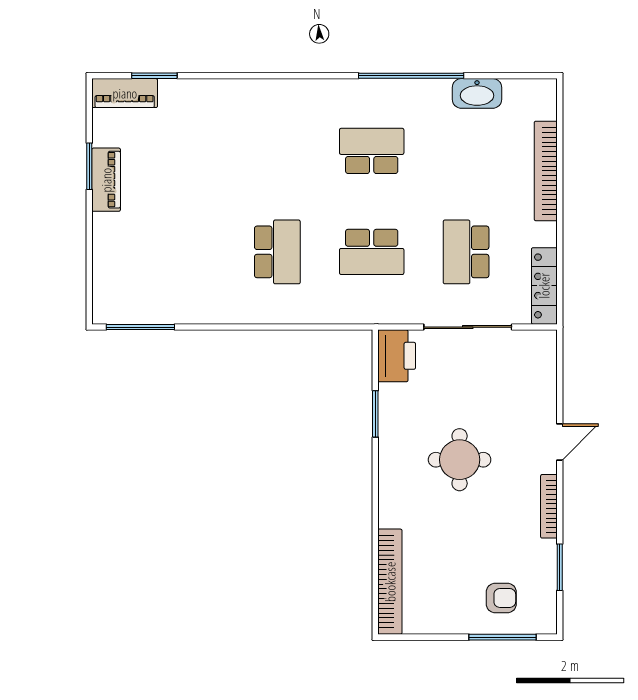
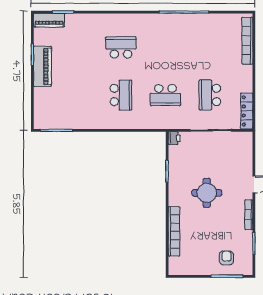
washbasin: (477, 93) -> (215, 20), removed
school desk: (372, 151) -> (121, 47), moved
bookcase: (546, 171) -> (247, 41), moved
piano: (106, 180) -> (43, 66), width x1.37, depth x1.33
printer: (397, 356) -> (174, 138), width x0.53, depth x0.68
bookcase: (390, 582) -> (174, 231), moved
armchair: (501, 598) -> (226, 258), turned -90

